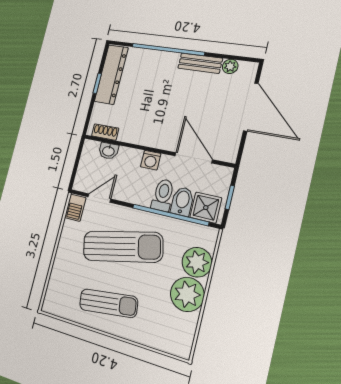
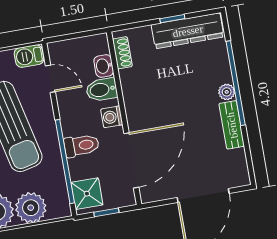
plant: (230, 66) -> (227, 92), moved
door: (194, 158) -> (131, 160), width x1.36
bidet: (182, 201) -> (102, 90), moved, turned 180

